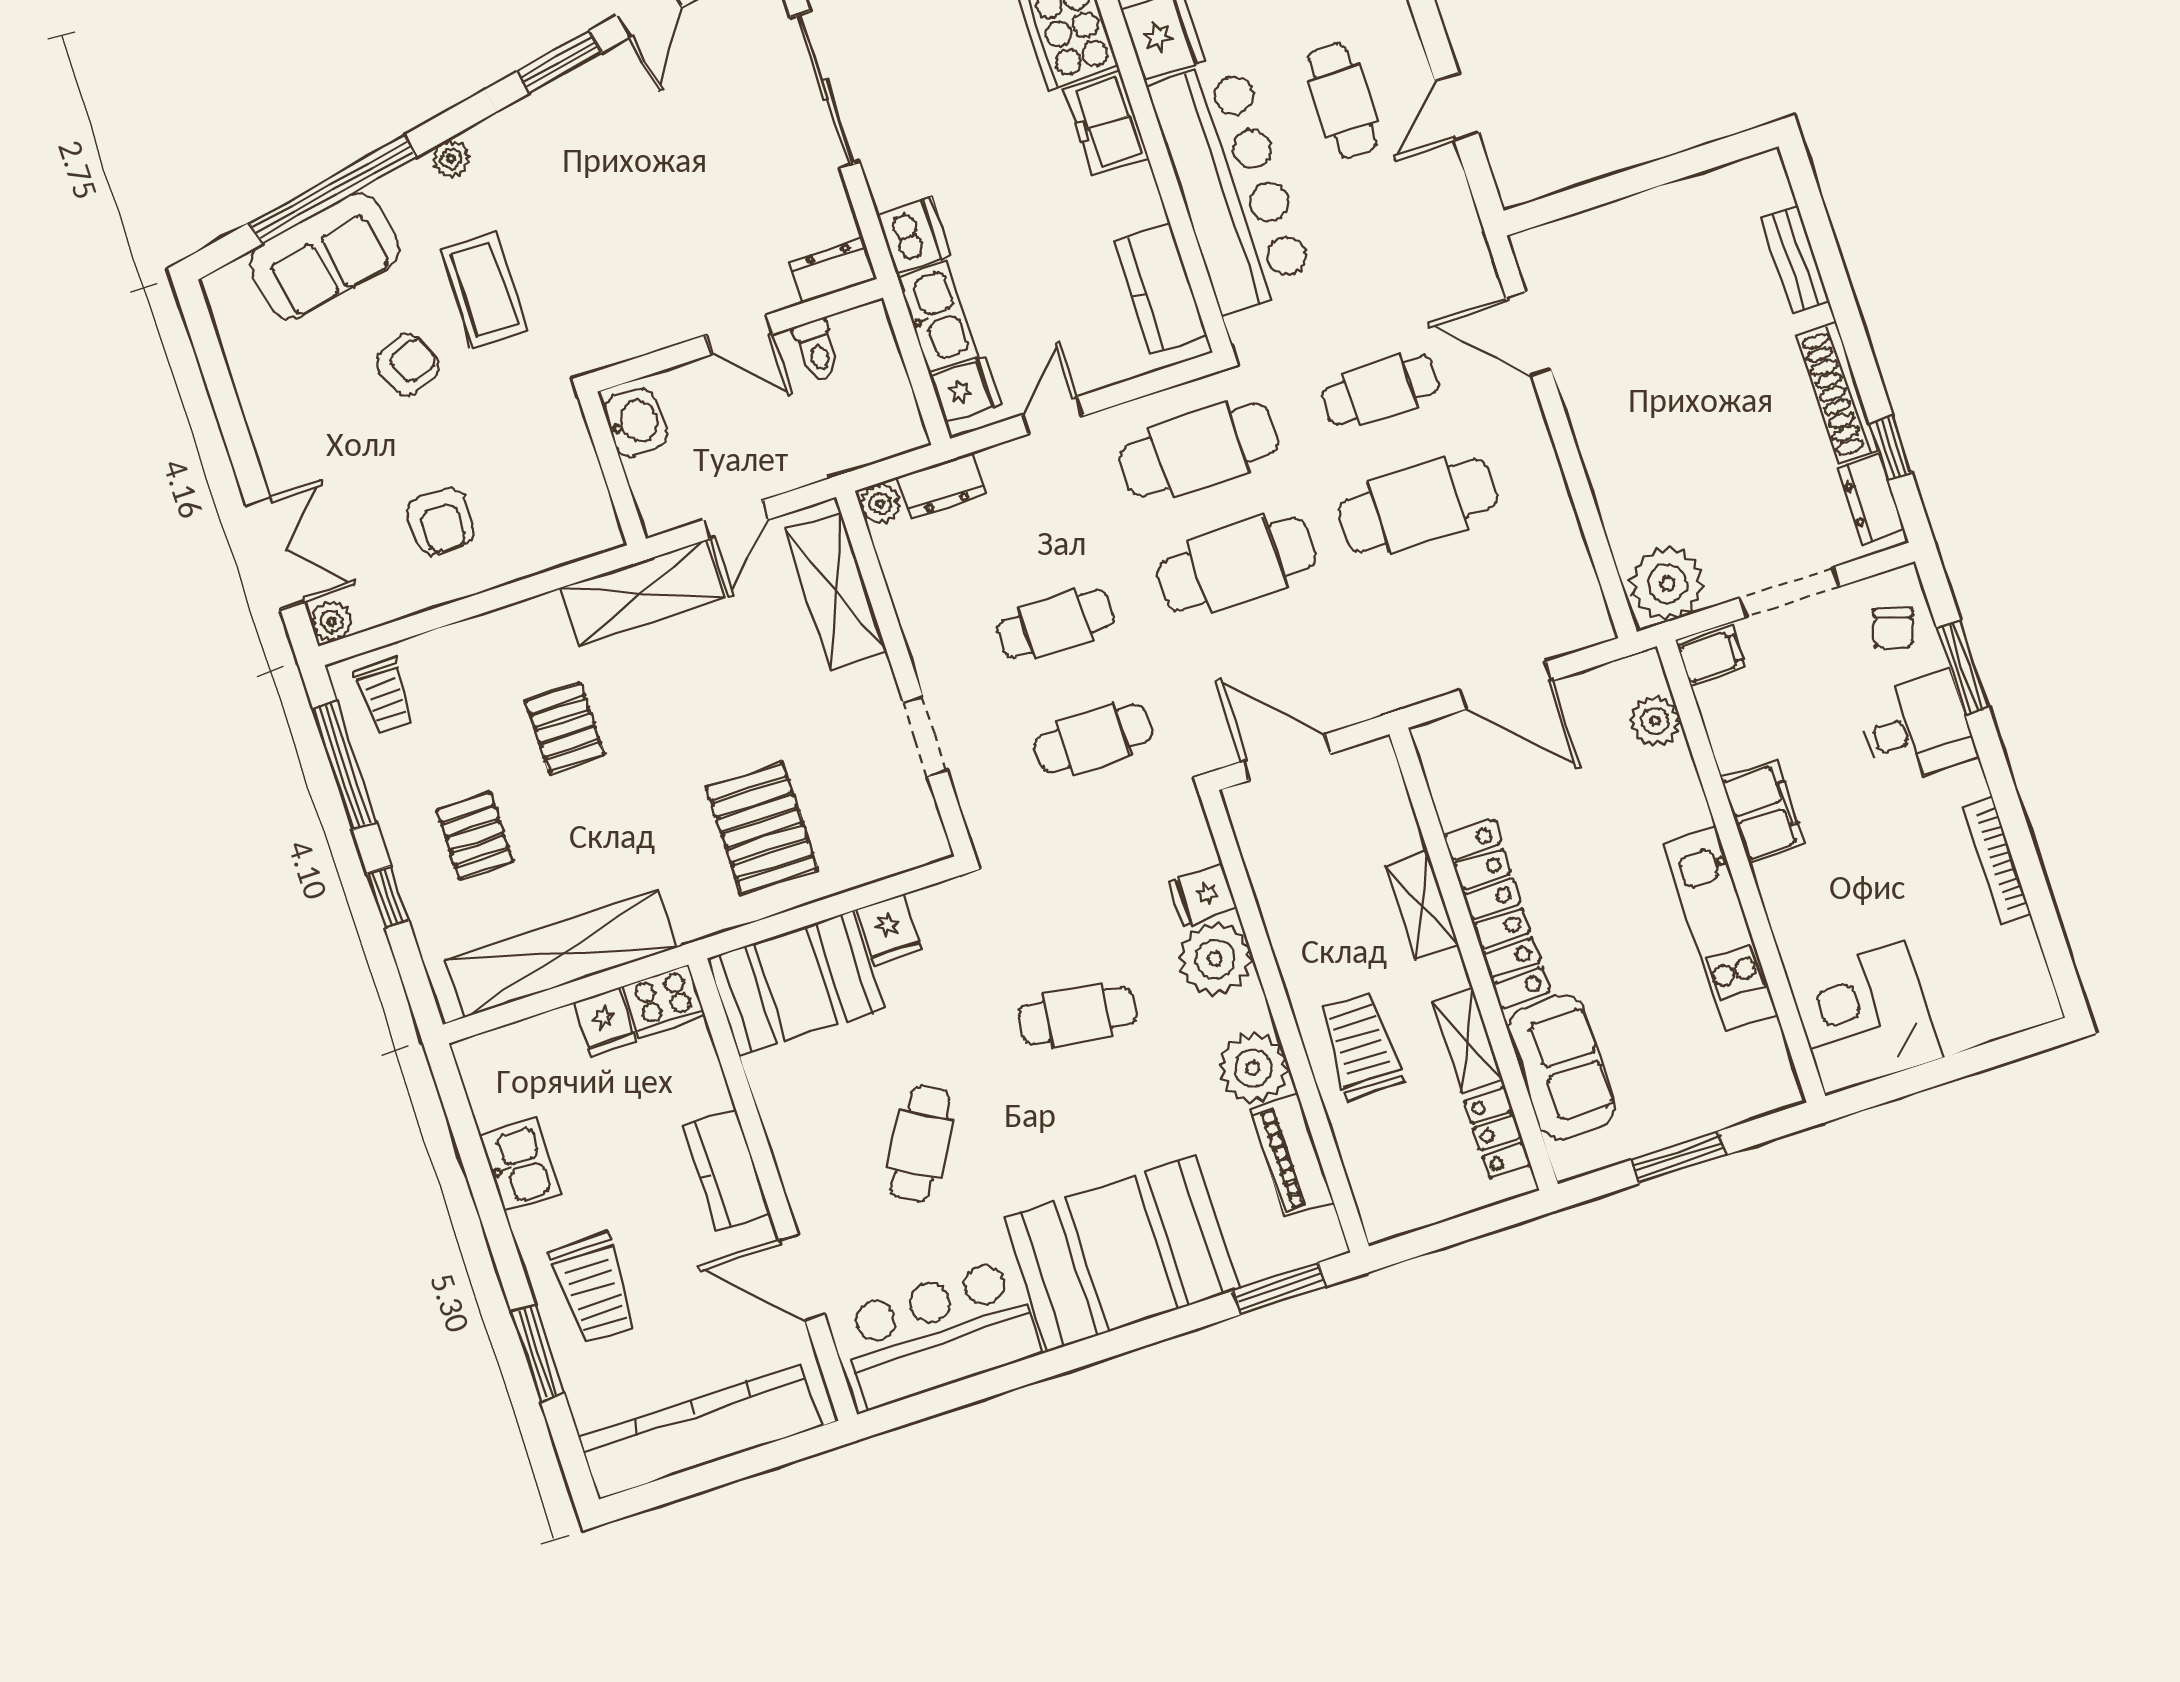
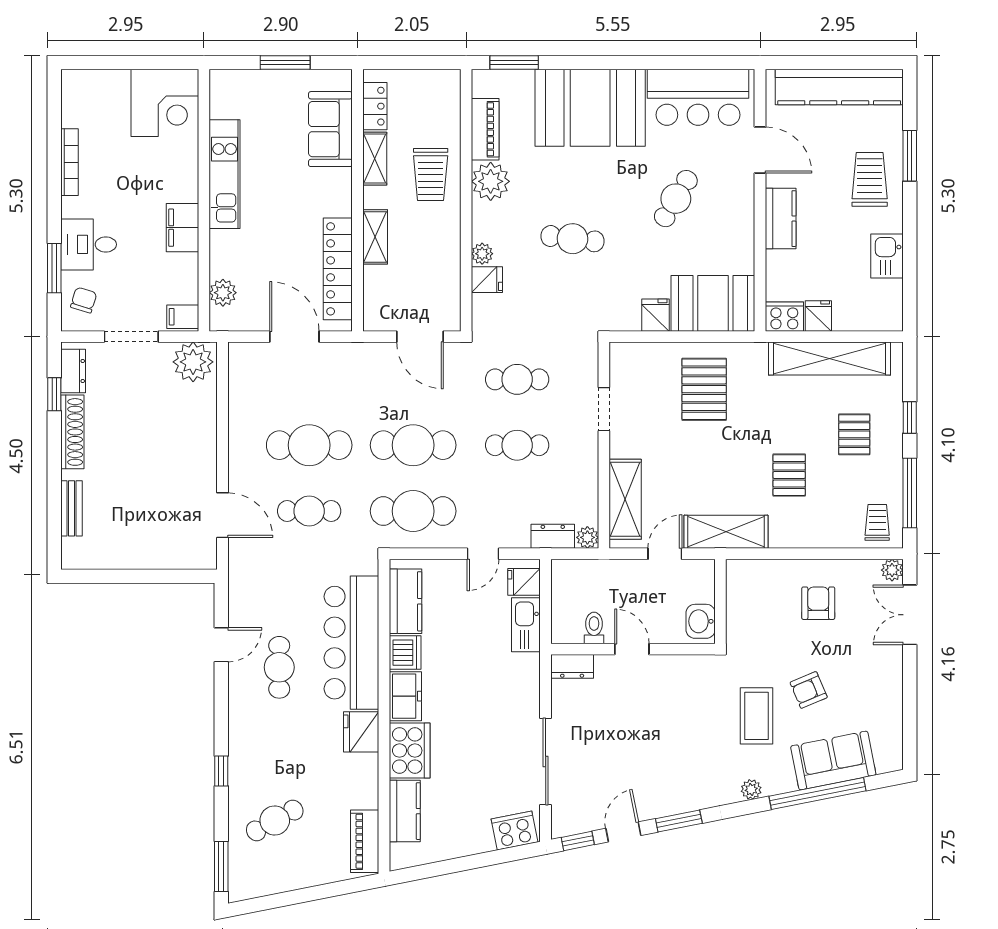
dishwasher: (914, 235) -> (405, 653), moved, turned 180
locker: (1497, 914) -> (338, 269), moved
plant: (1215, 959) -> (482, 254), width x0.53, depth x0.53

